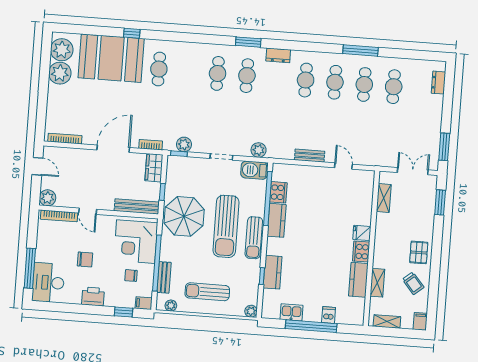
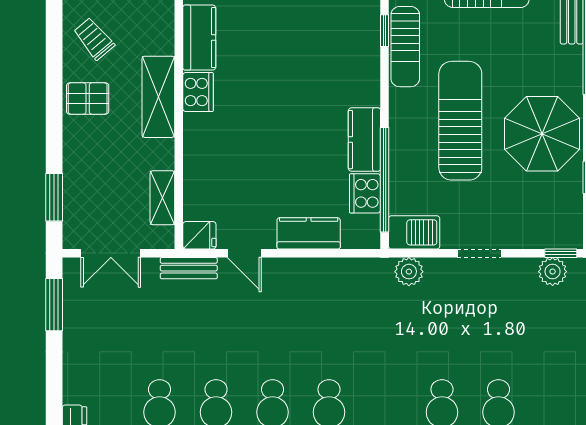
bench: (310, 156) -> (189, 268), moved
fridge: (362, 233) -> (199, 235), moved
sun lounger: (254, 238) -> (405, 47), moved, turned 180
pallet: (419, 252) -> (88, 98), turned 90
kitchen counter: (273, 272) -> (309, 233), moved, turned 90
shelving: (377, 283) -> (158, 97), moved, width x1.50, depth x1.33

